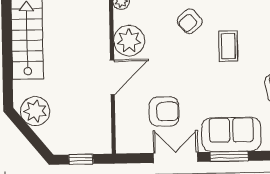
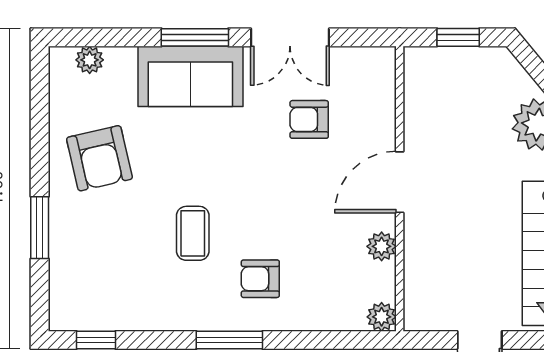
armchair: (190, 21) -> (260, 279), turned -139
plant: (129, 41) -> (382, 246), width x0.53, depth x0.53
armchair: (164, 111) -> (309, 119), width x0.72, depth x0.72

